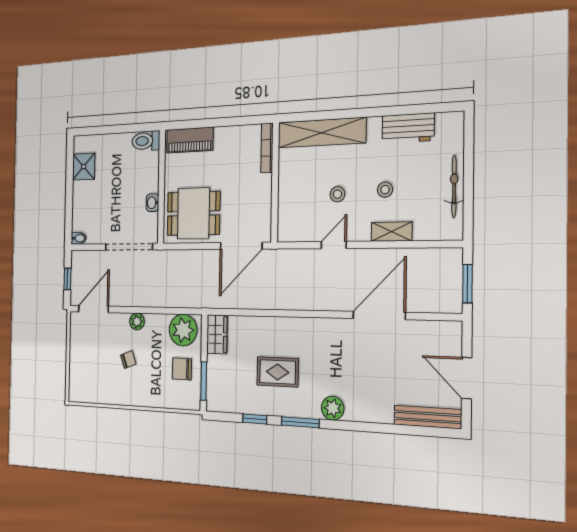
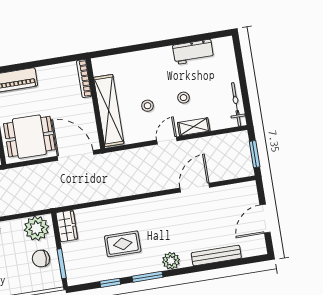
shelving: (321, 133) -> (109, 110), moved, turned 90
bicycle: (454, 186) -> (236, 104), moved
door: (334, 245) -> (167, 140), moved
door: (241, 246) -> (75, 155), swing flipped
door: (379, 315) -> (195, 188), width x0.73
door: (467, 378) -> (265, 219), hinge flipped
bench: (428, 417) -> (216, 255), moved

